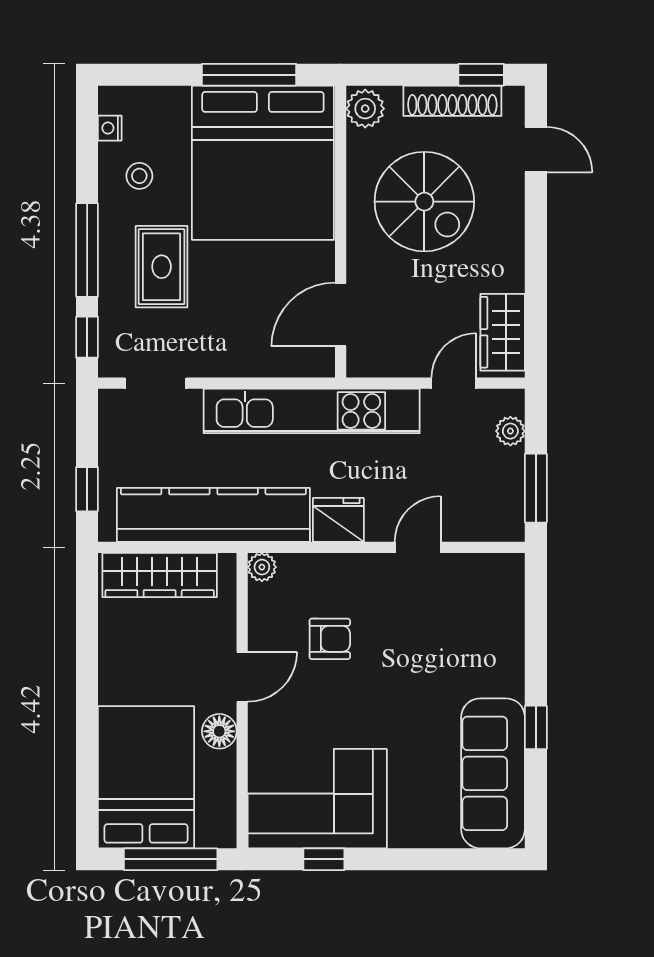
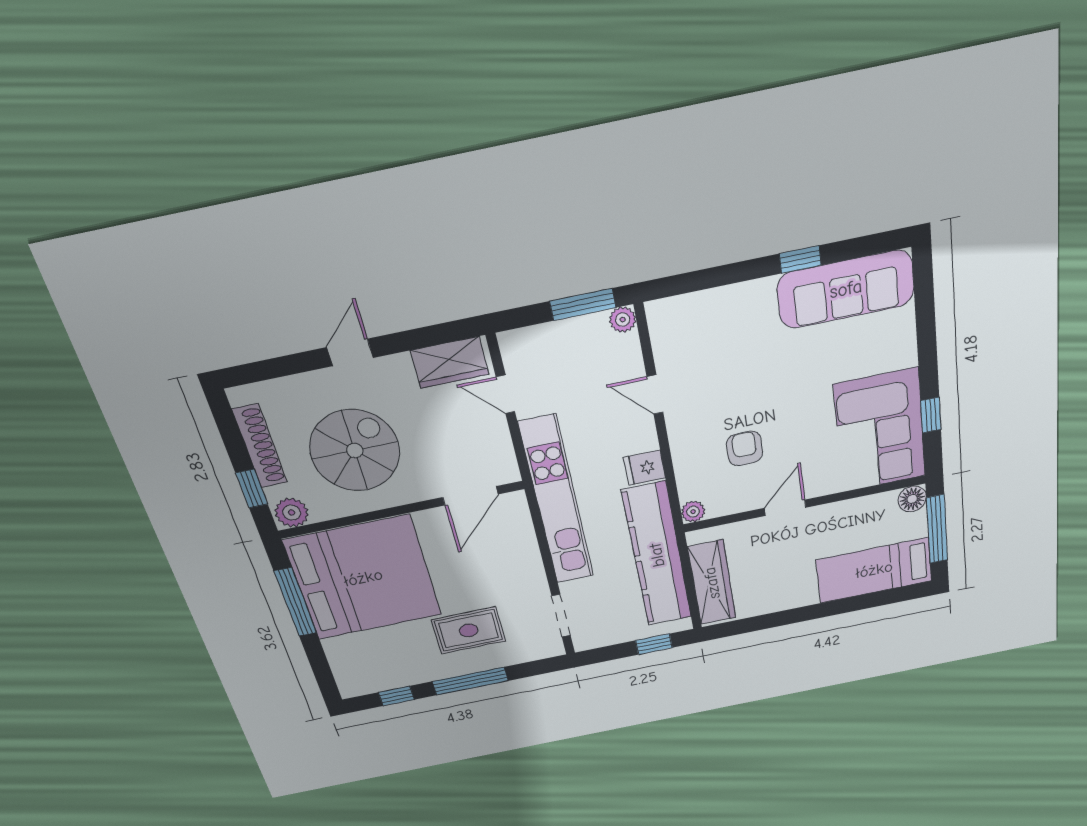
window: (481, 75) -> (252, 489), moved
nightstand: (110, 128) -> (372, 686), removed
door: (536, 150) -> (350, 353), moved
stool: (139, 176) -> (402, 659), removed
door: (341, 314) -> (470, 496), hinge flipped
window: (87, 337) -> (396, 696), moved
plant: (510, 431) -> (623, 320), moved
fridge: (338, 520) -> (644, 468), width x0.72
door: (242, 677) -> (785, 508), hinge flipped
floor lamp: (219, 731) -> (912, 499), moved
bed: (146, 777) -> (874, 570), width x0.67

